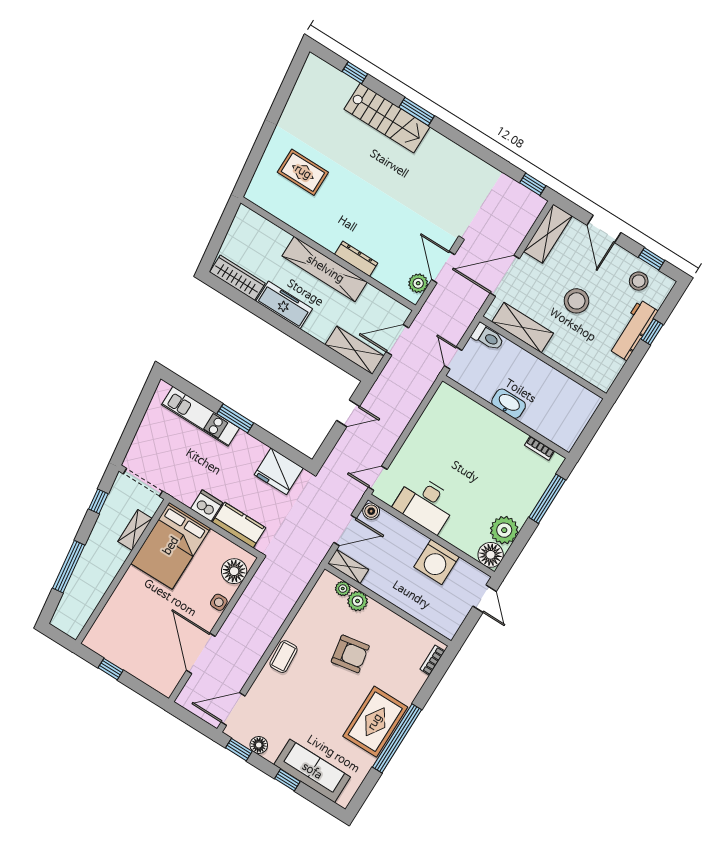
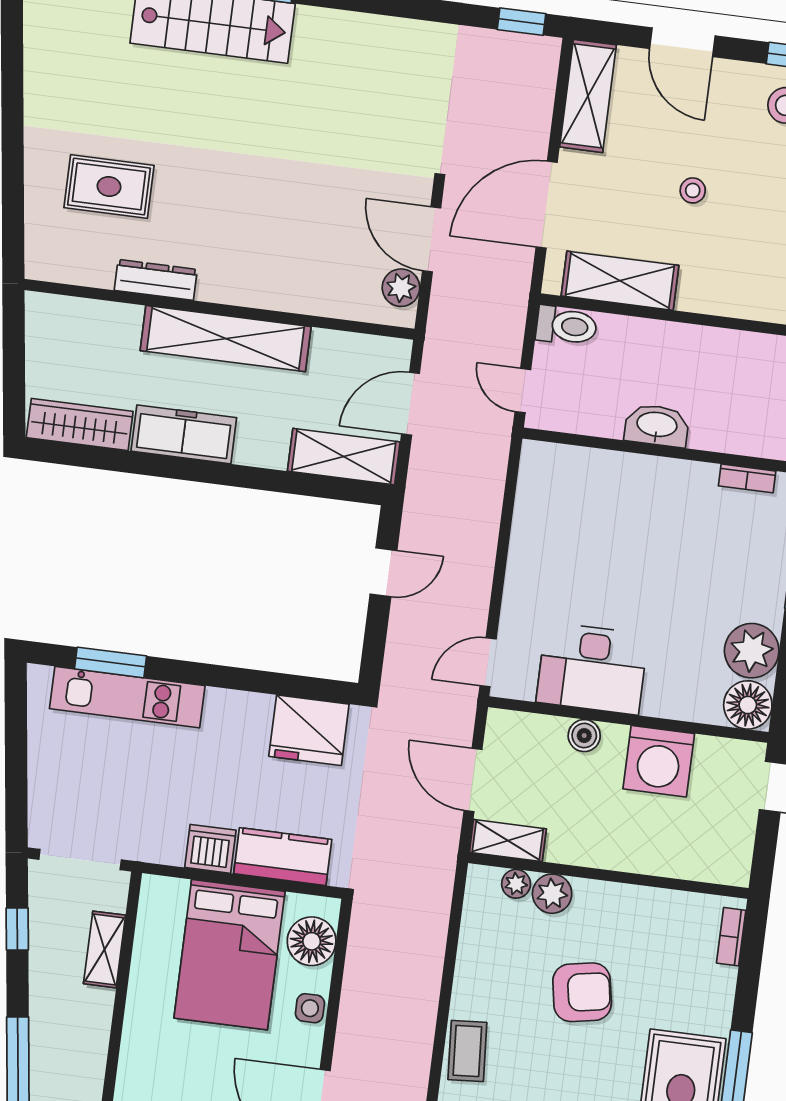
dresser: (356, 259) -> (156, 280), moved
stool: (576, 301) -> (693, 190), width x0.53, depth x0.53
window: (235, 418) -> (111, 662), moved
boiler: (371, 511) -> (584, 736), moved
door: (345, 530) -> (473, 780), swing flipped
bed: (171, 546) -> (230, 955), moved

